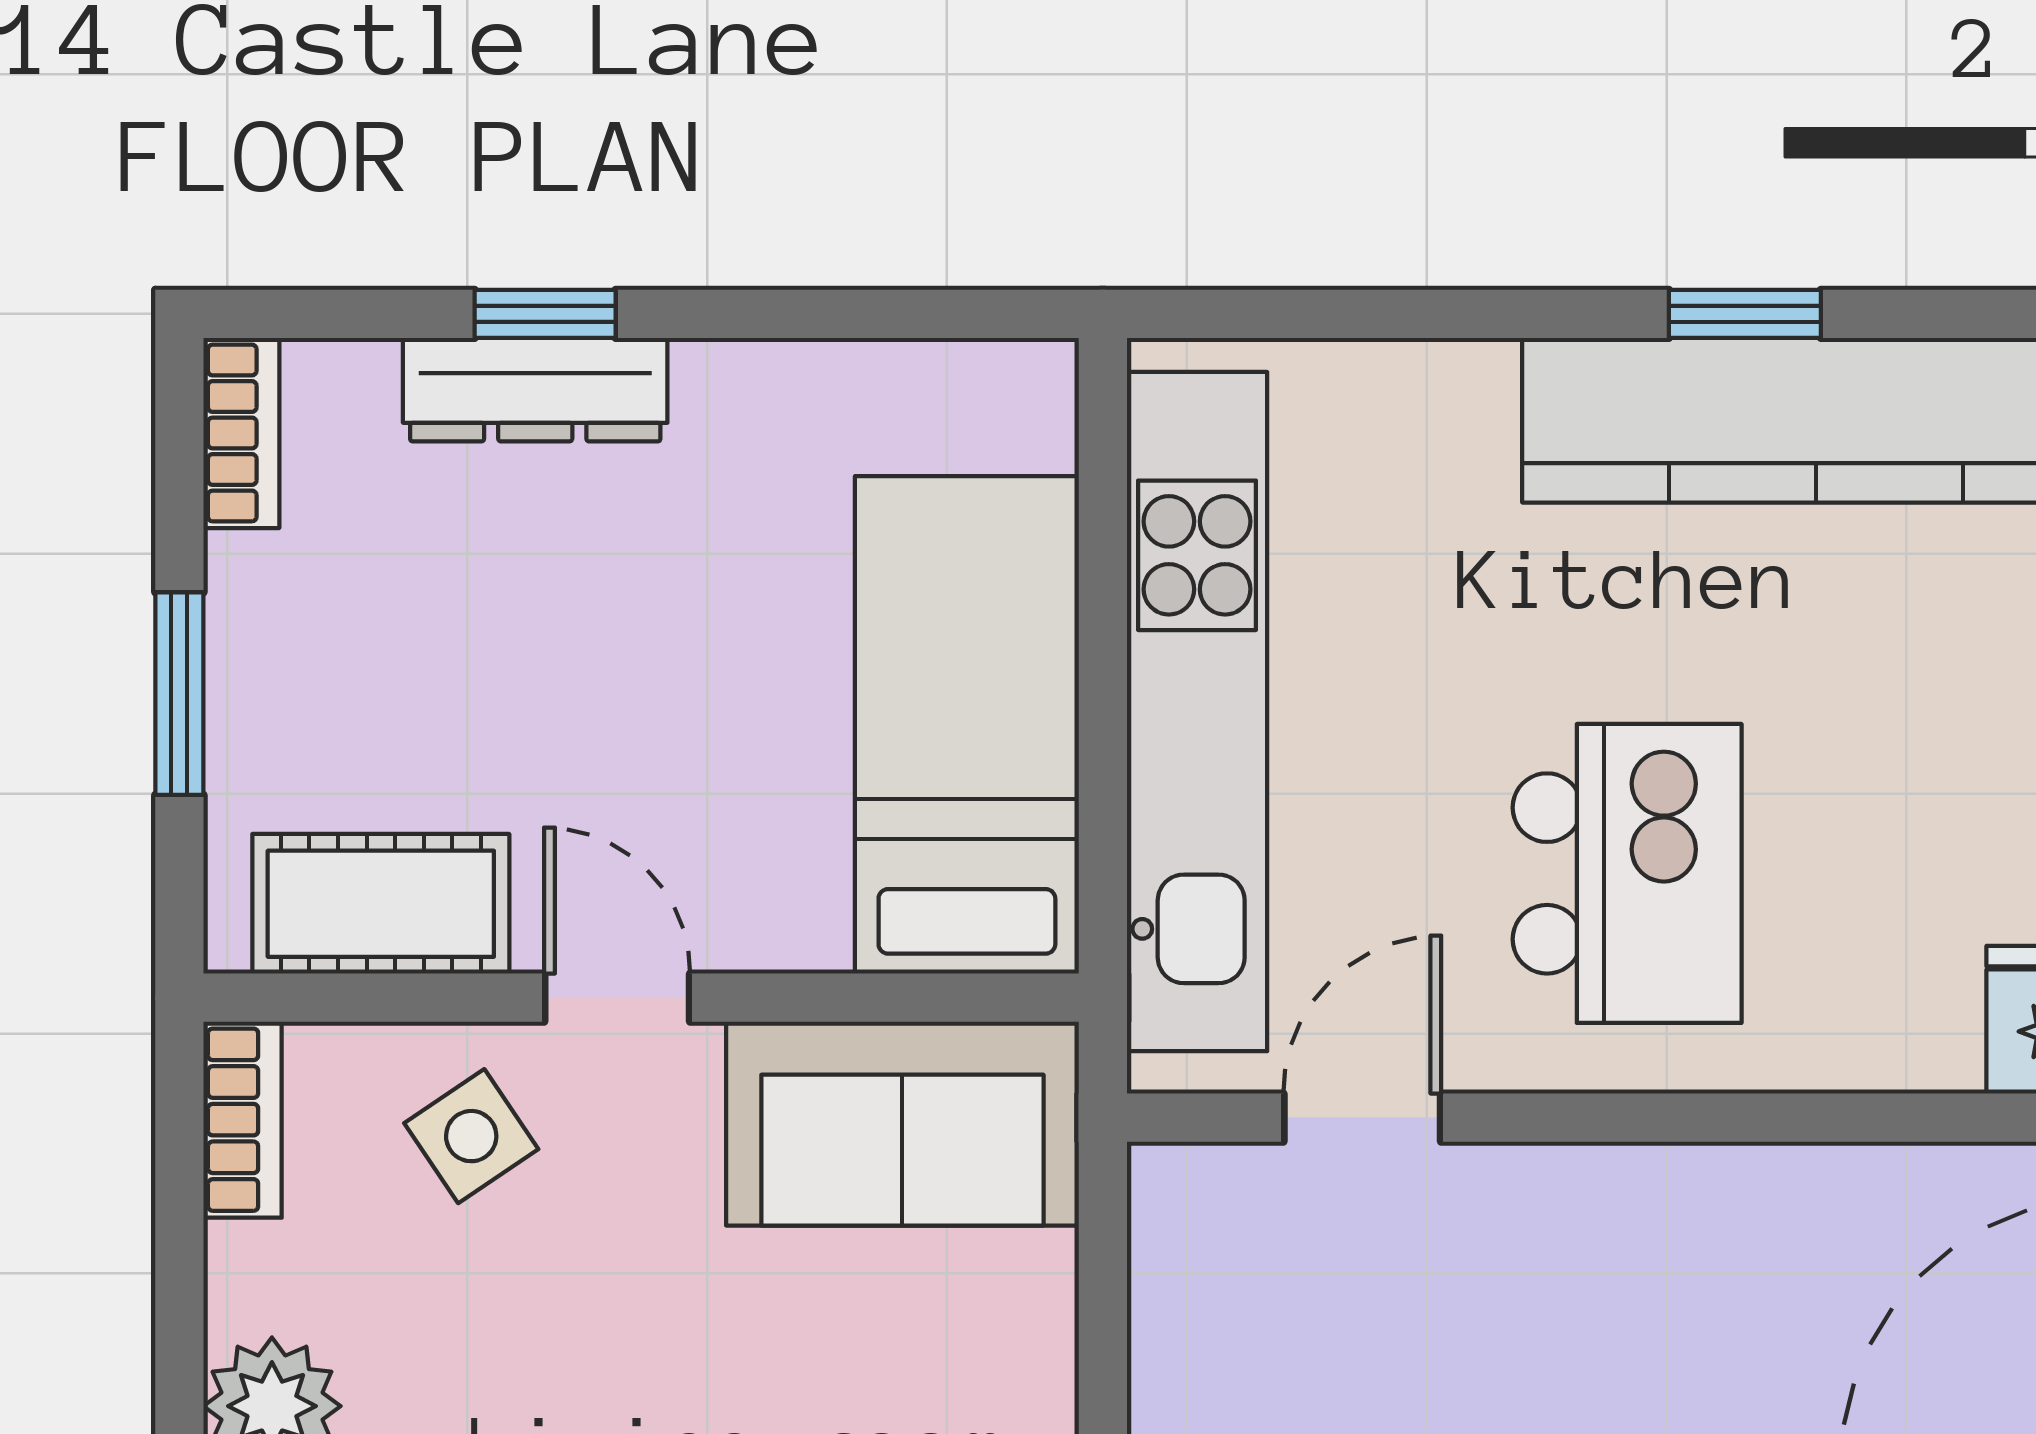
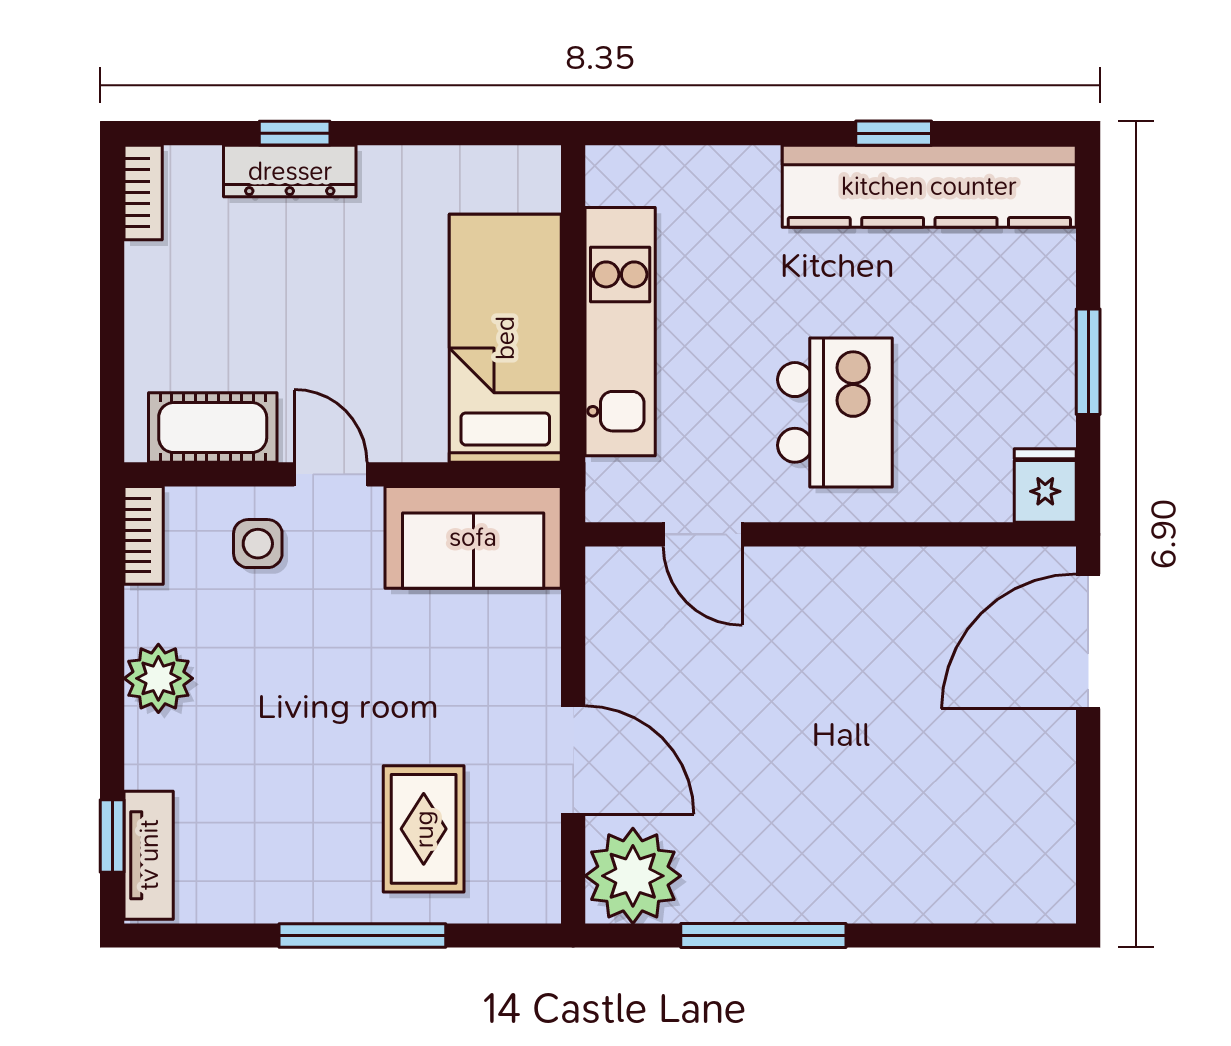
window: (179, 694) -> (112, 323), removed
kitchen unit: (1197, 712) -> (620, 332), width x0.73
door: (1362, 1118) -> (703, 534), swing flipped
side table: (471, 1136) -> (258, 544), turned 34

